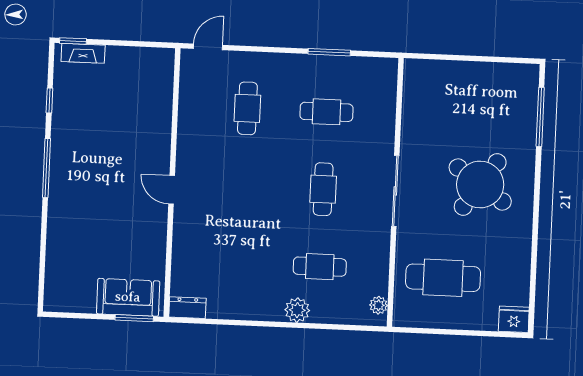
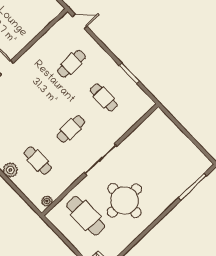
round table: (480, 184) -> (125, 200), moved, turned -35

